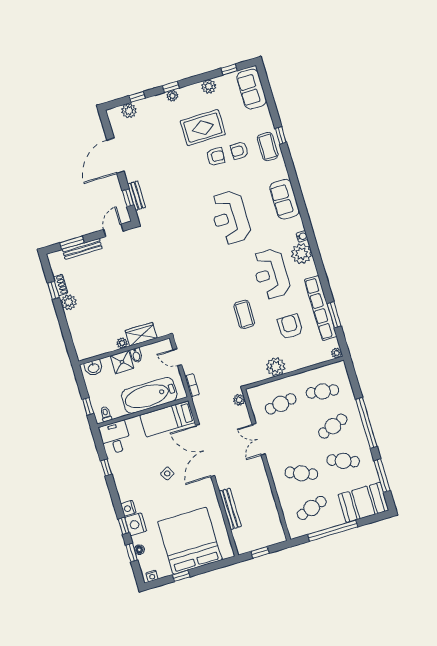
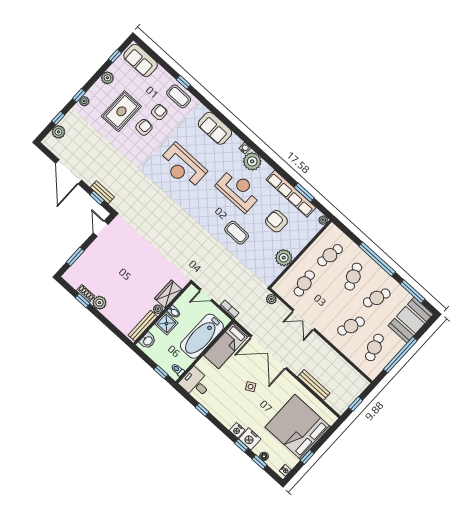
armchair: (239, 151) -> (159, 112), turned 180
bench: (82, 249) -> (143, 326), moved
reception desk: (271, 274) -> (238, 190), turned 180

